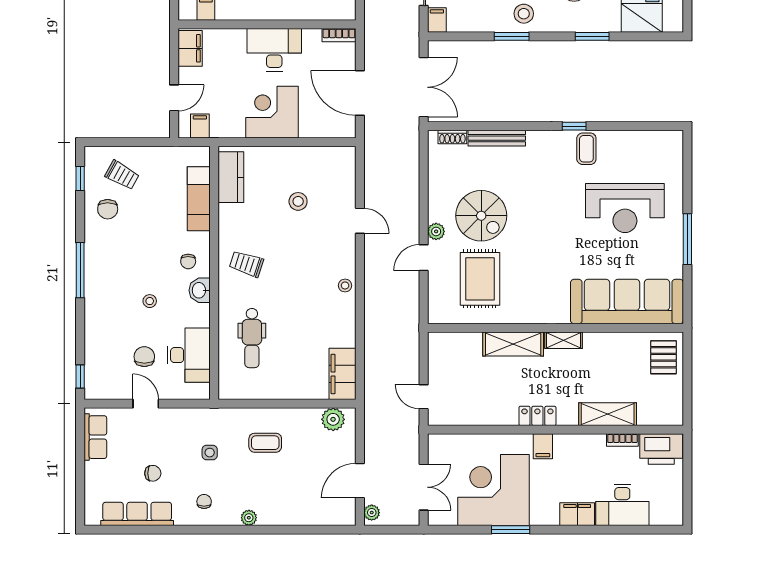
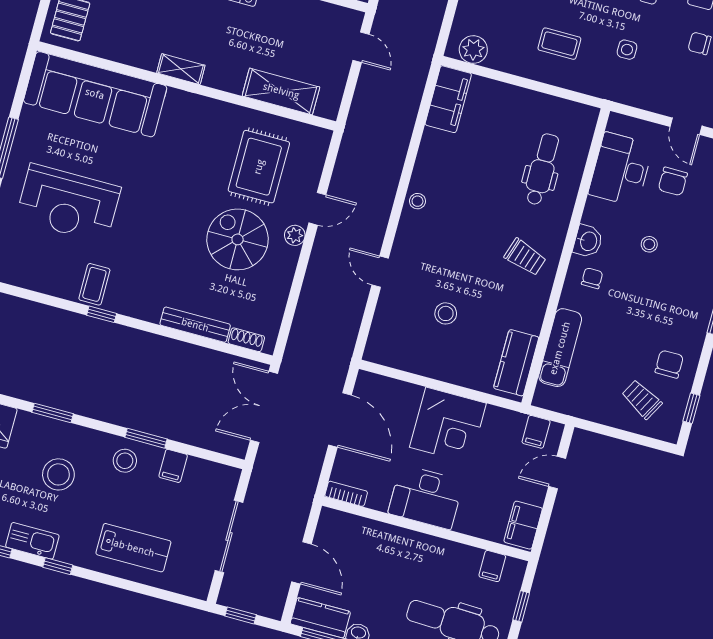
filing cabinet: (437, 20) -> (173, 466), moved
reception desk: (625, 208) -> (68, 203), turned 180
shelving: (513, 344) -> (281, 91), moved

